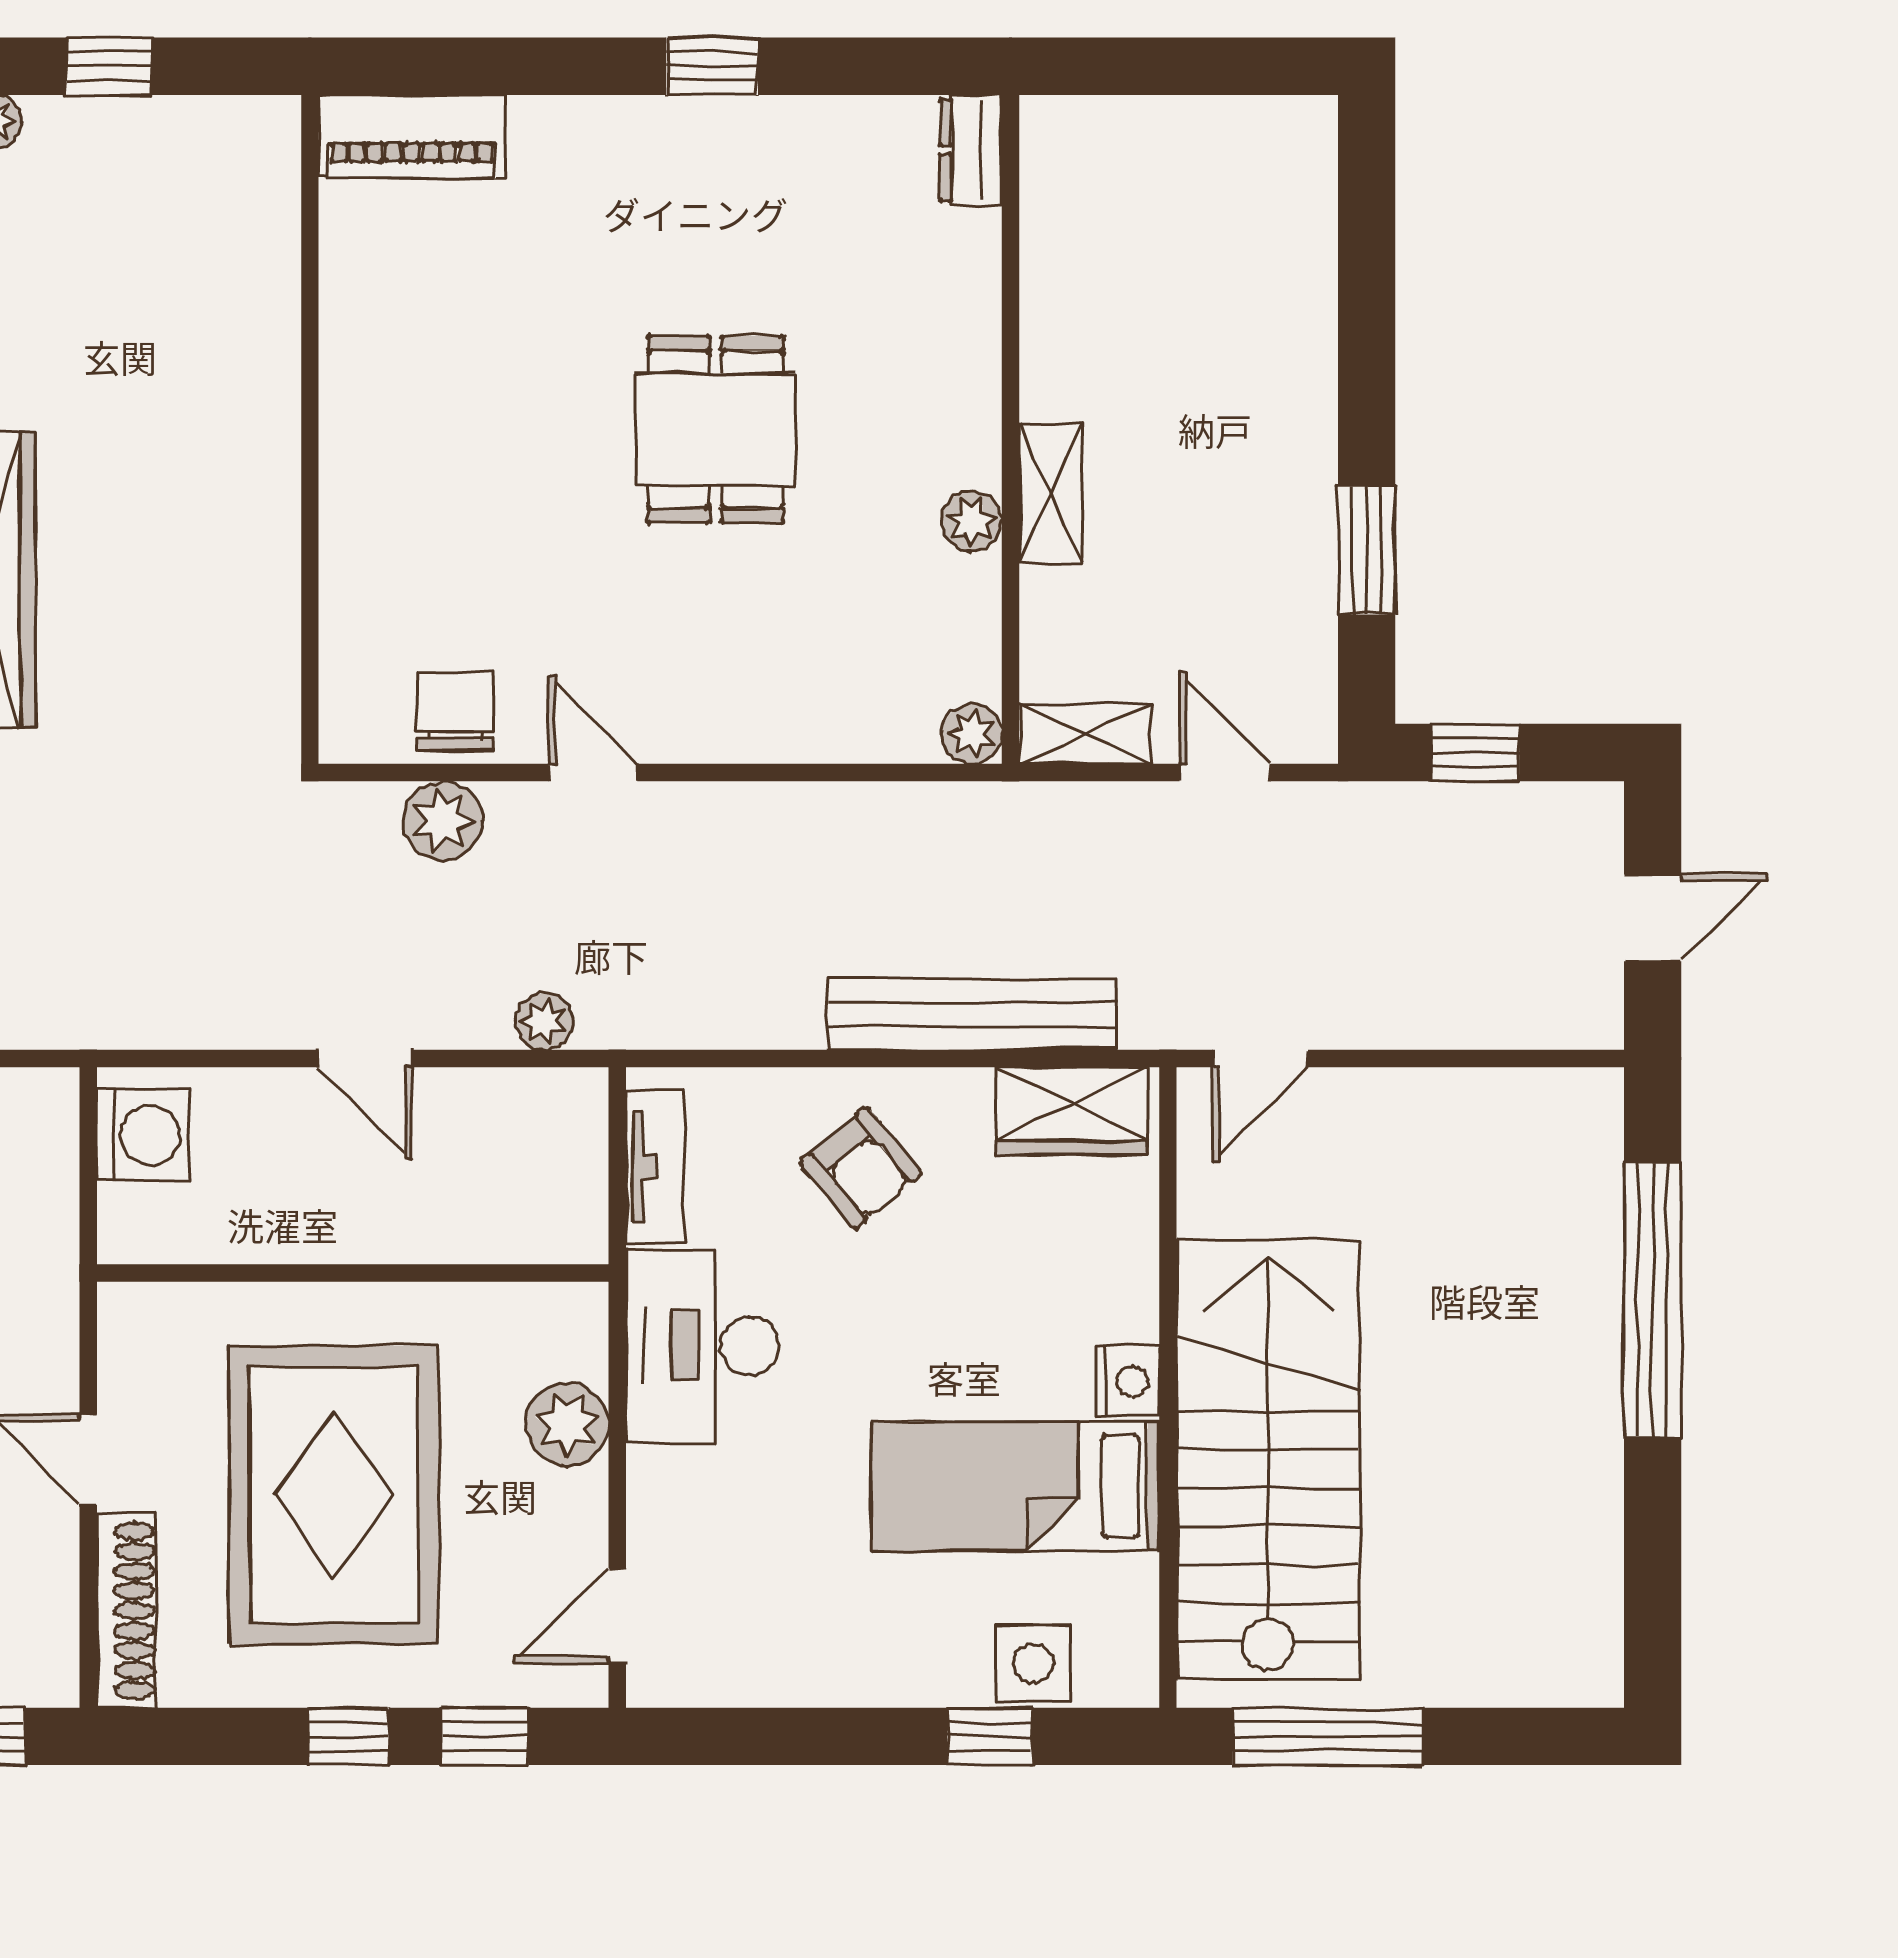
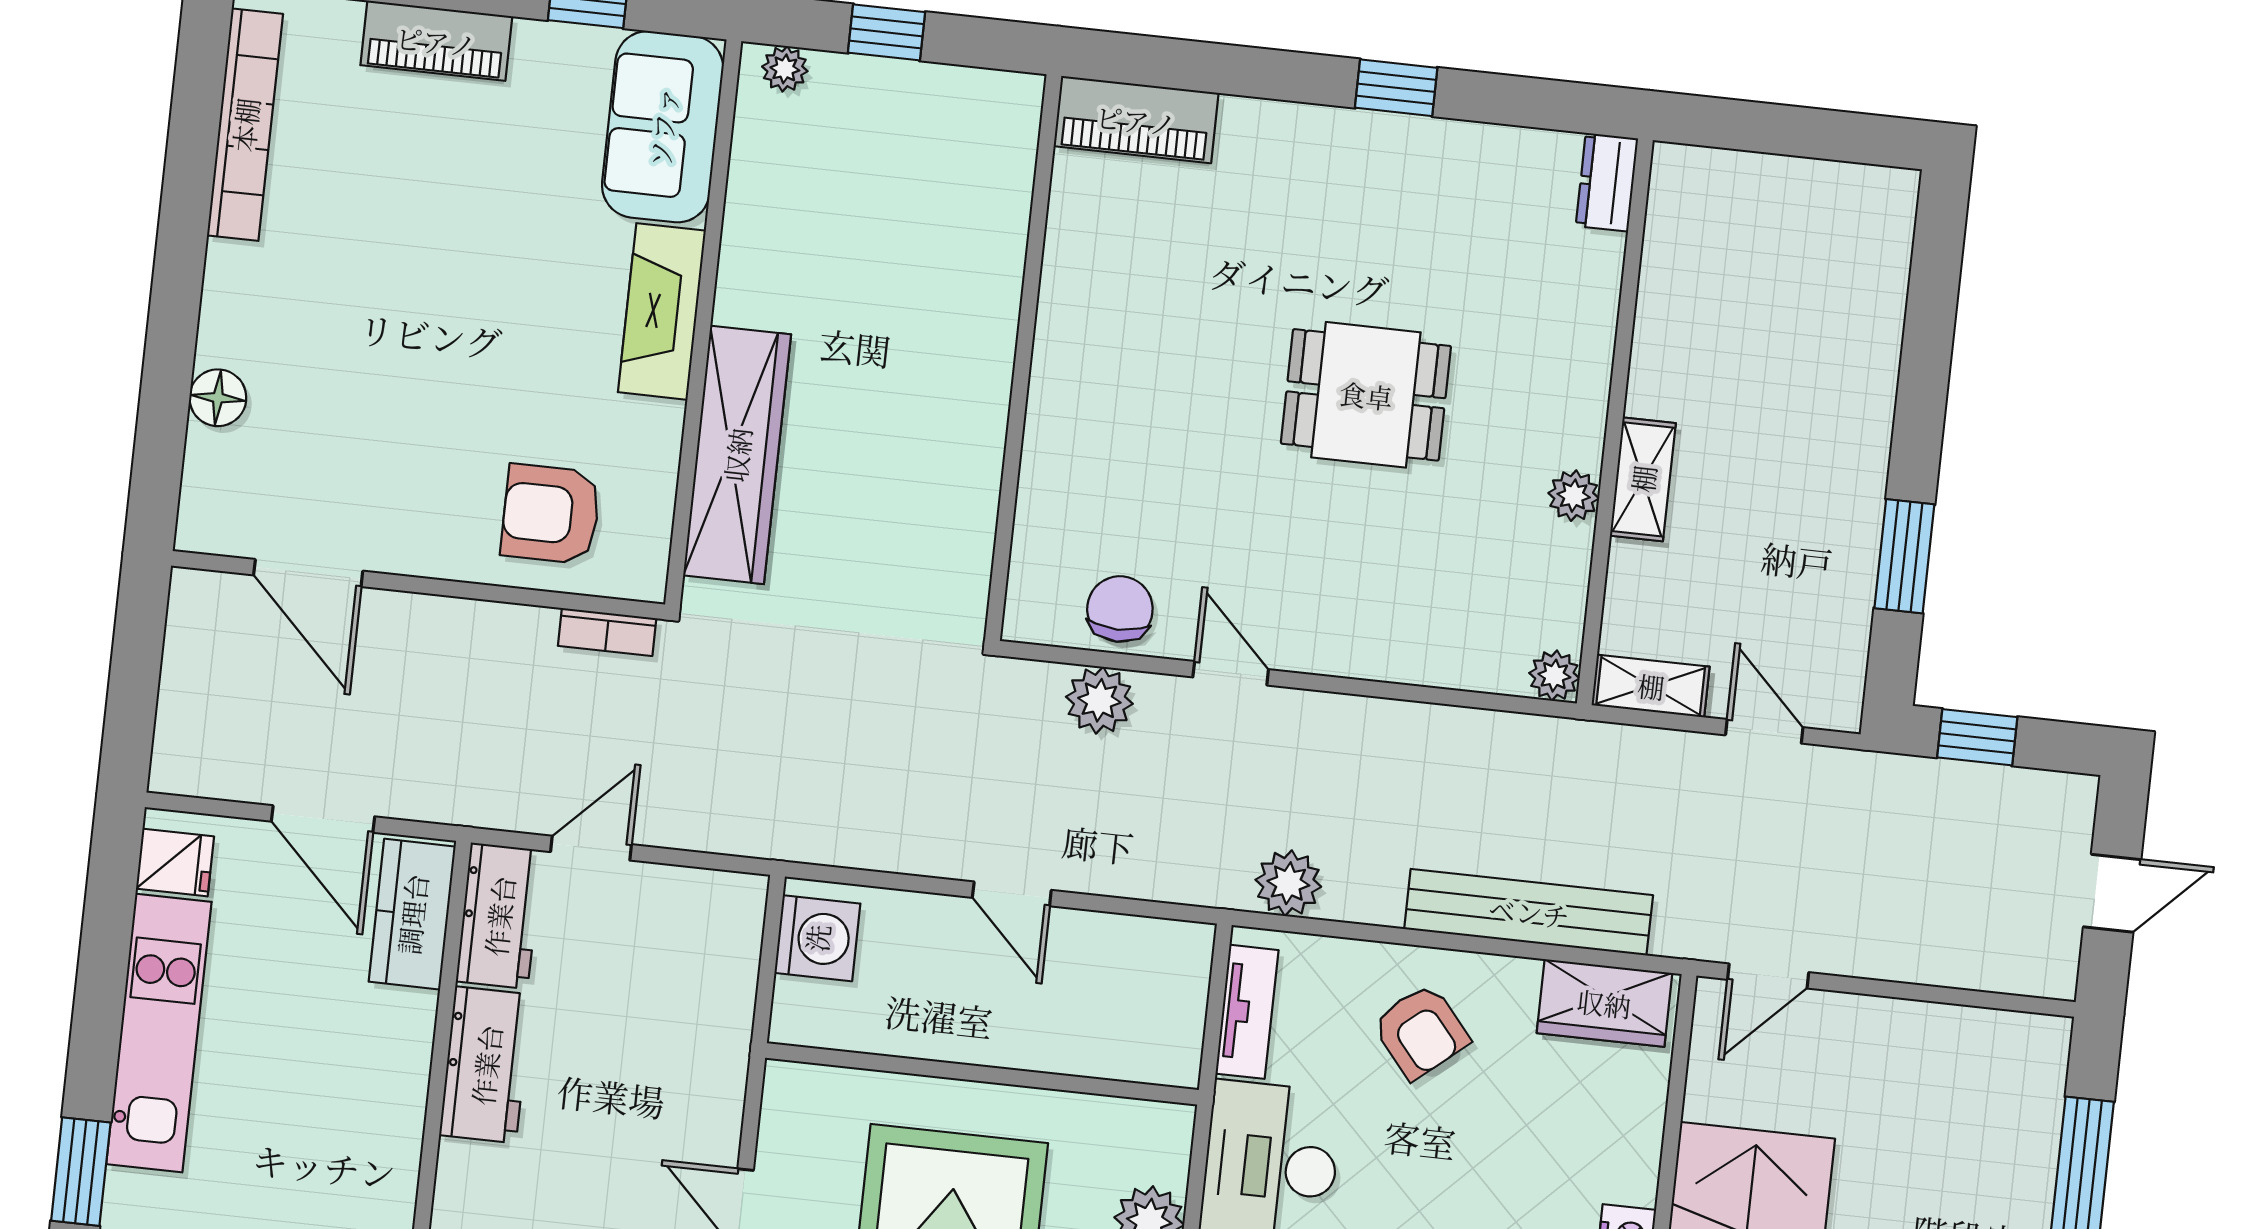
dining table: (716, 429) -> (1366, 395), turned 90
plant: (545, 1022) -> (1288, 883), moved, width x1.38, depth x1.38

